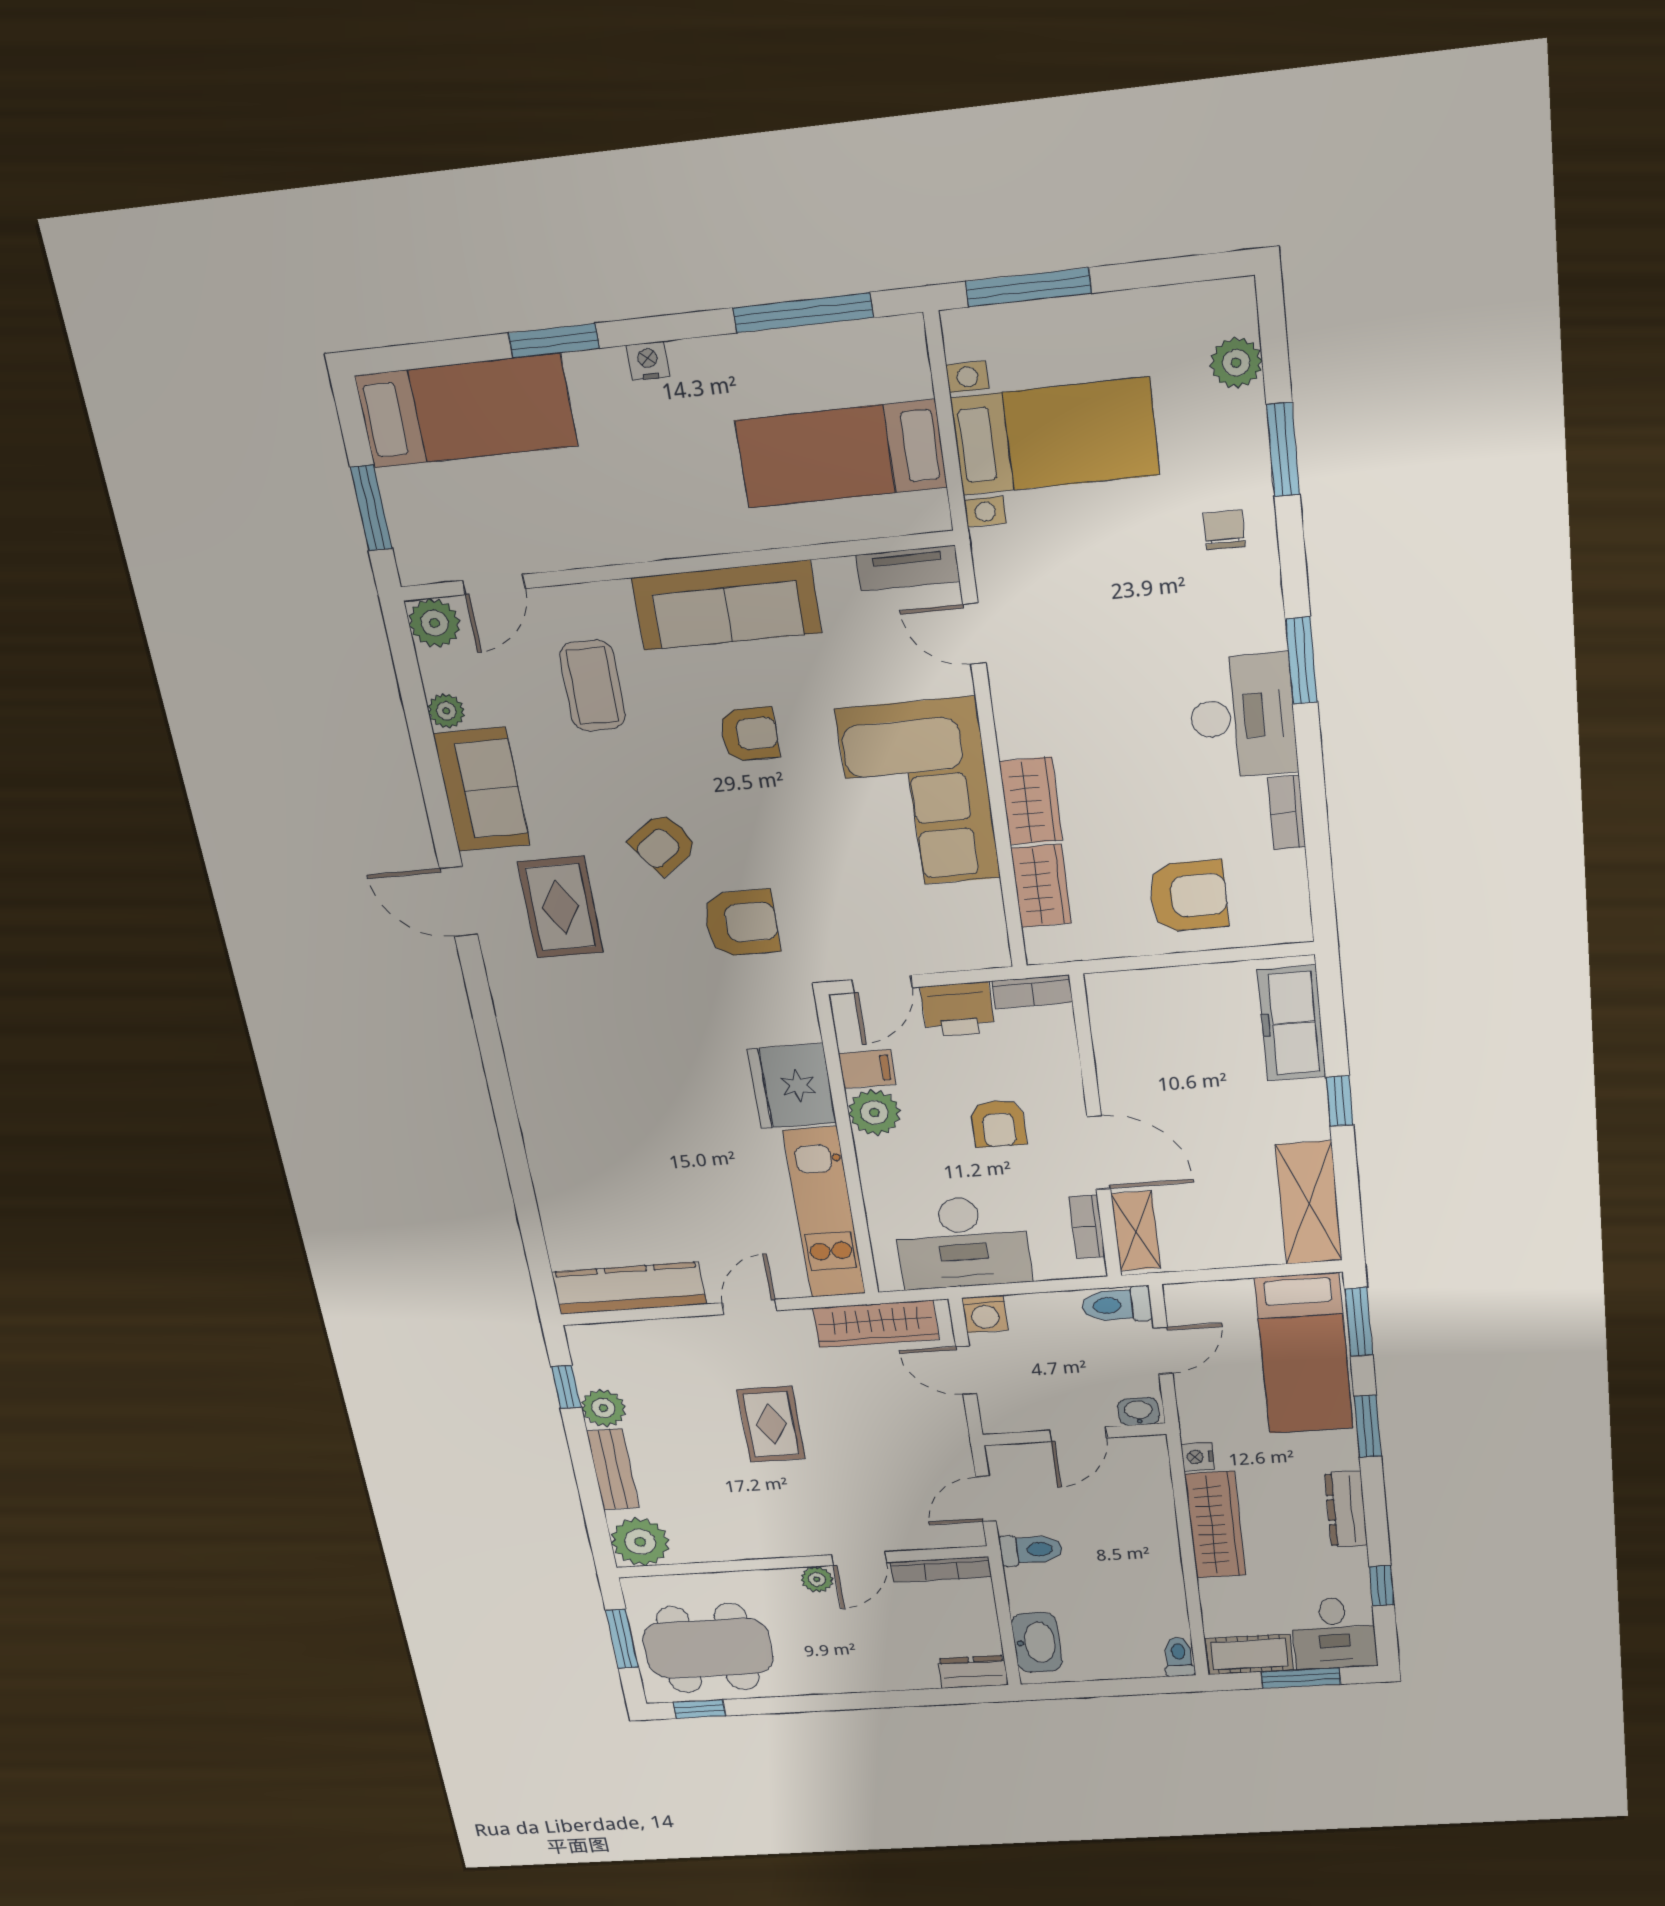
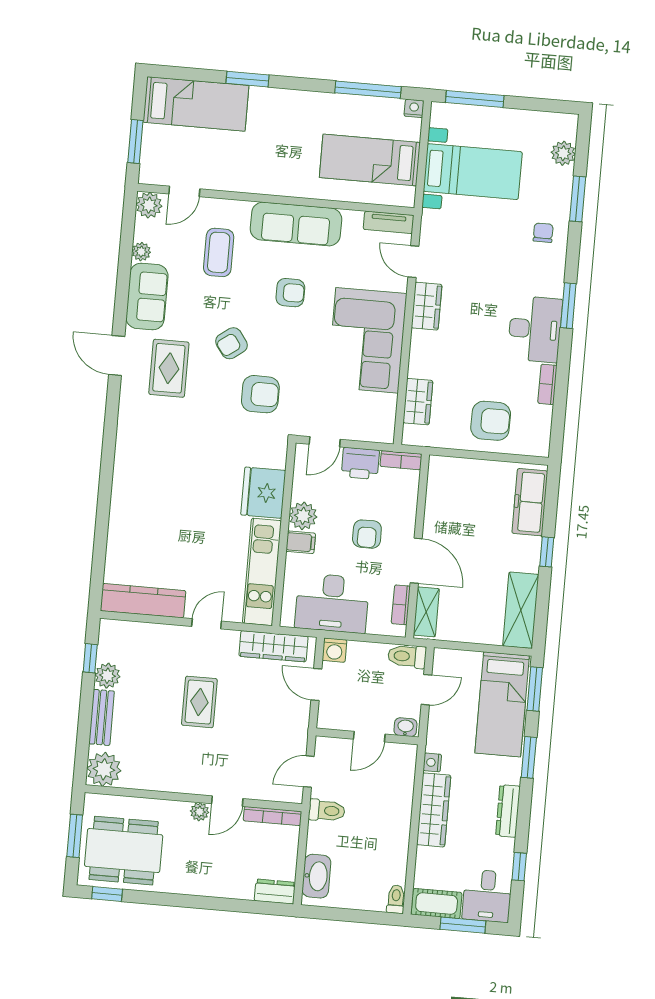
nightstand: (648, 361) -> (414, 108), moved
wardrobe: (1031, 801) -> (427, 306), moved
filing cabinet: (867, 1069) -> (301, 542), moved

